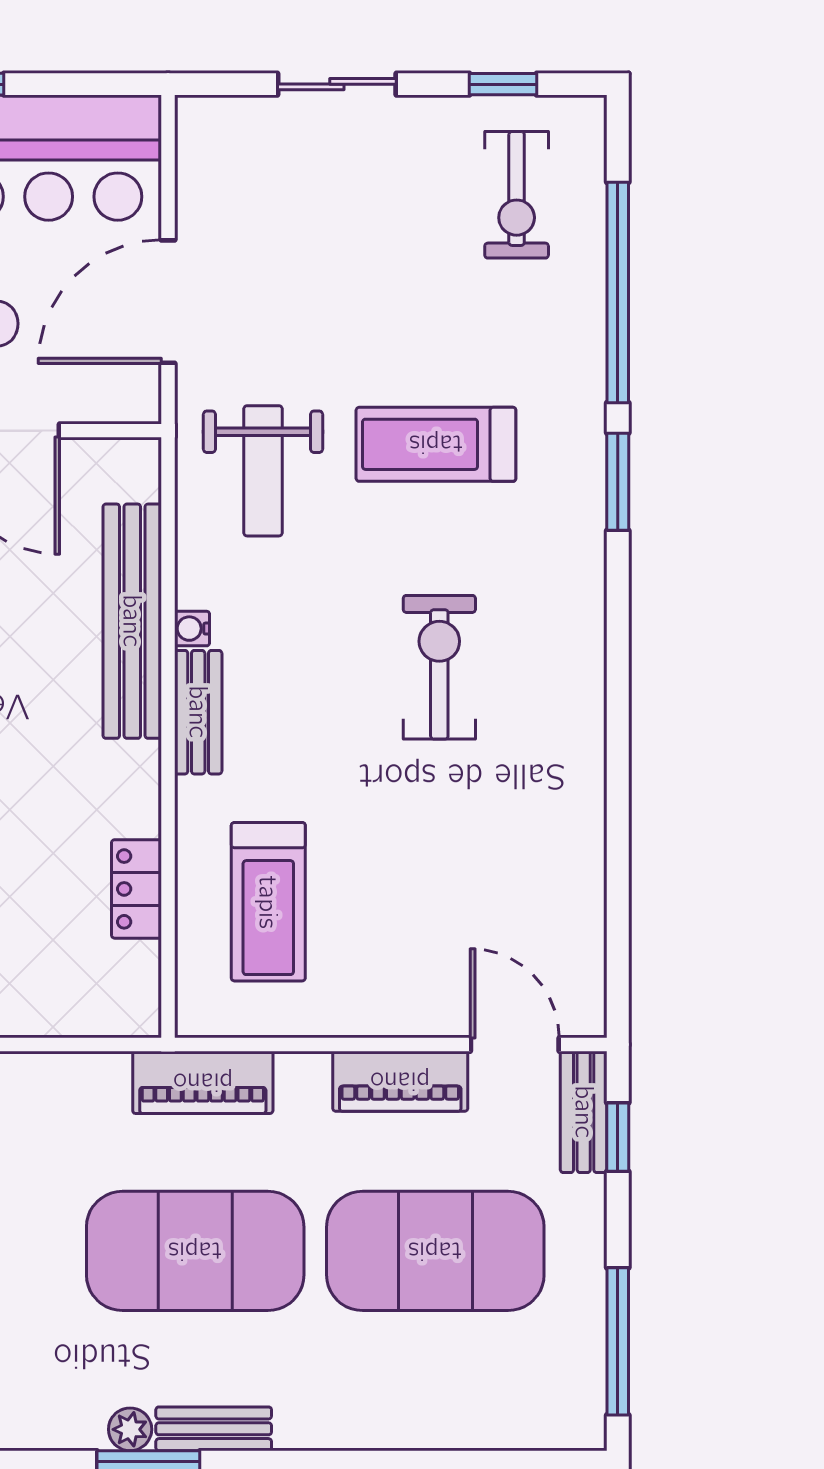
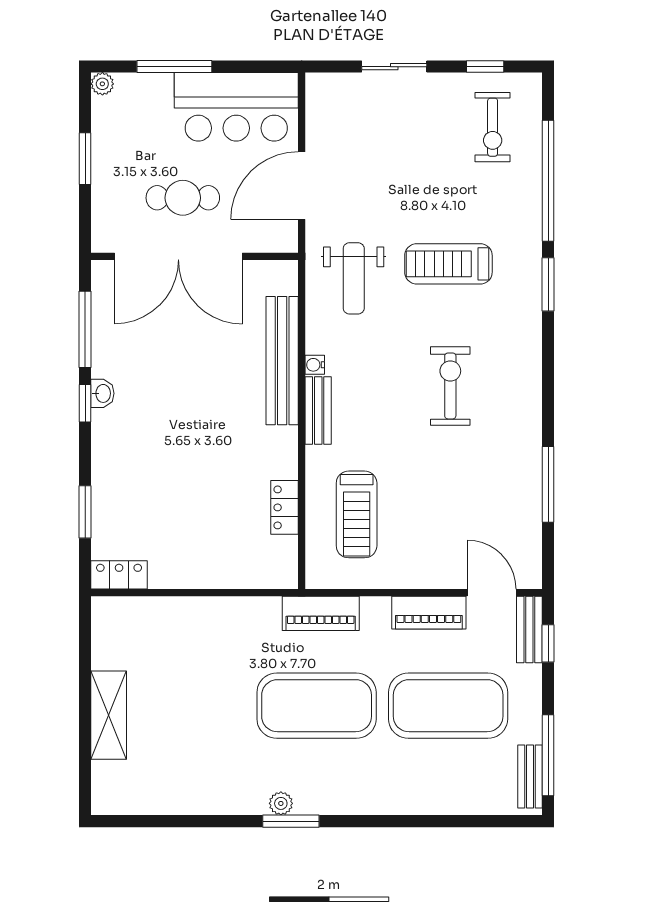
window: (618, 847) -> (548, 484), added
bench: (214, 1429) -> (530, 776), moved, turned 90

